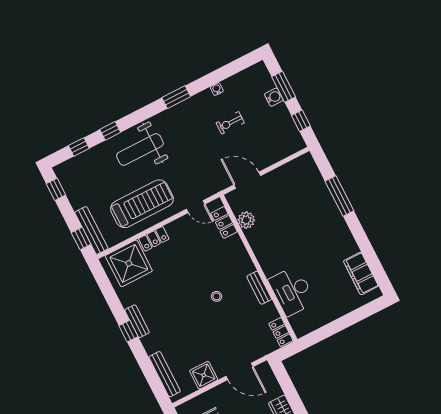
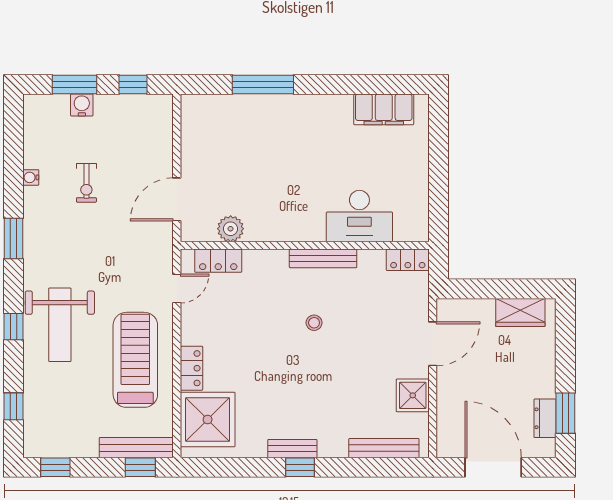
window: (110, 131) -> (14, 327), moved
bench: (259, 288) -> (323, 258), width x1.36

